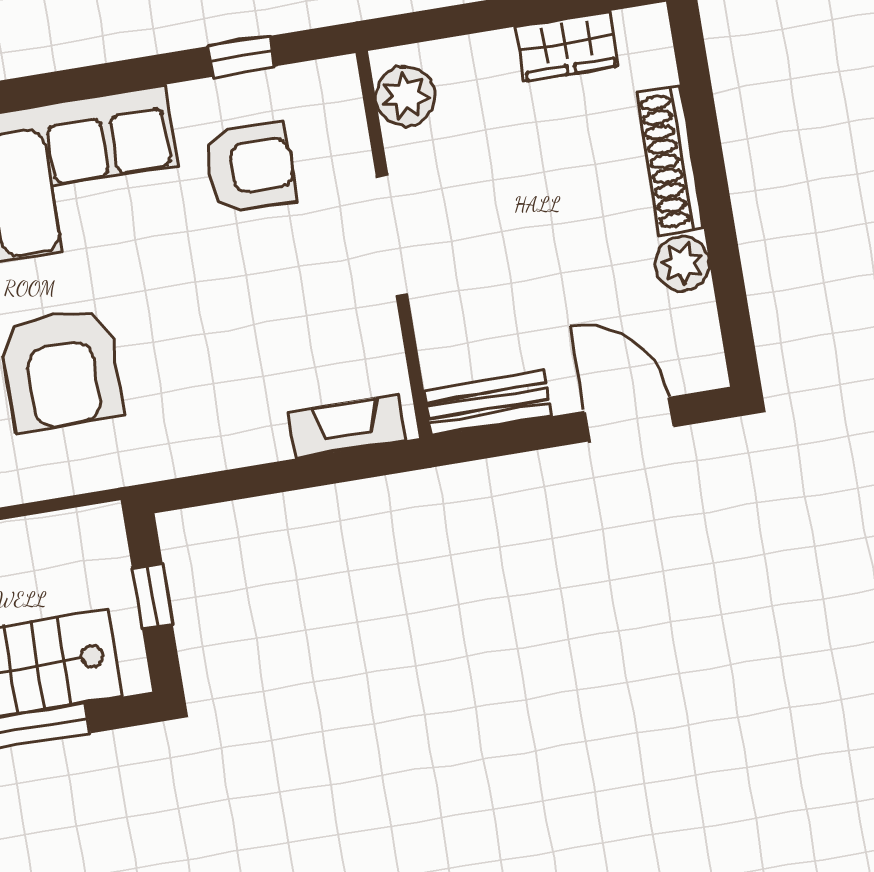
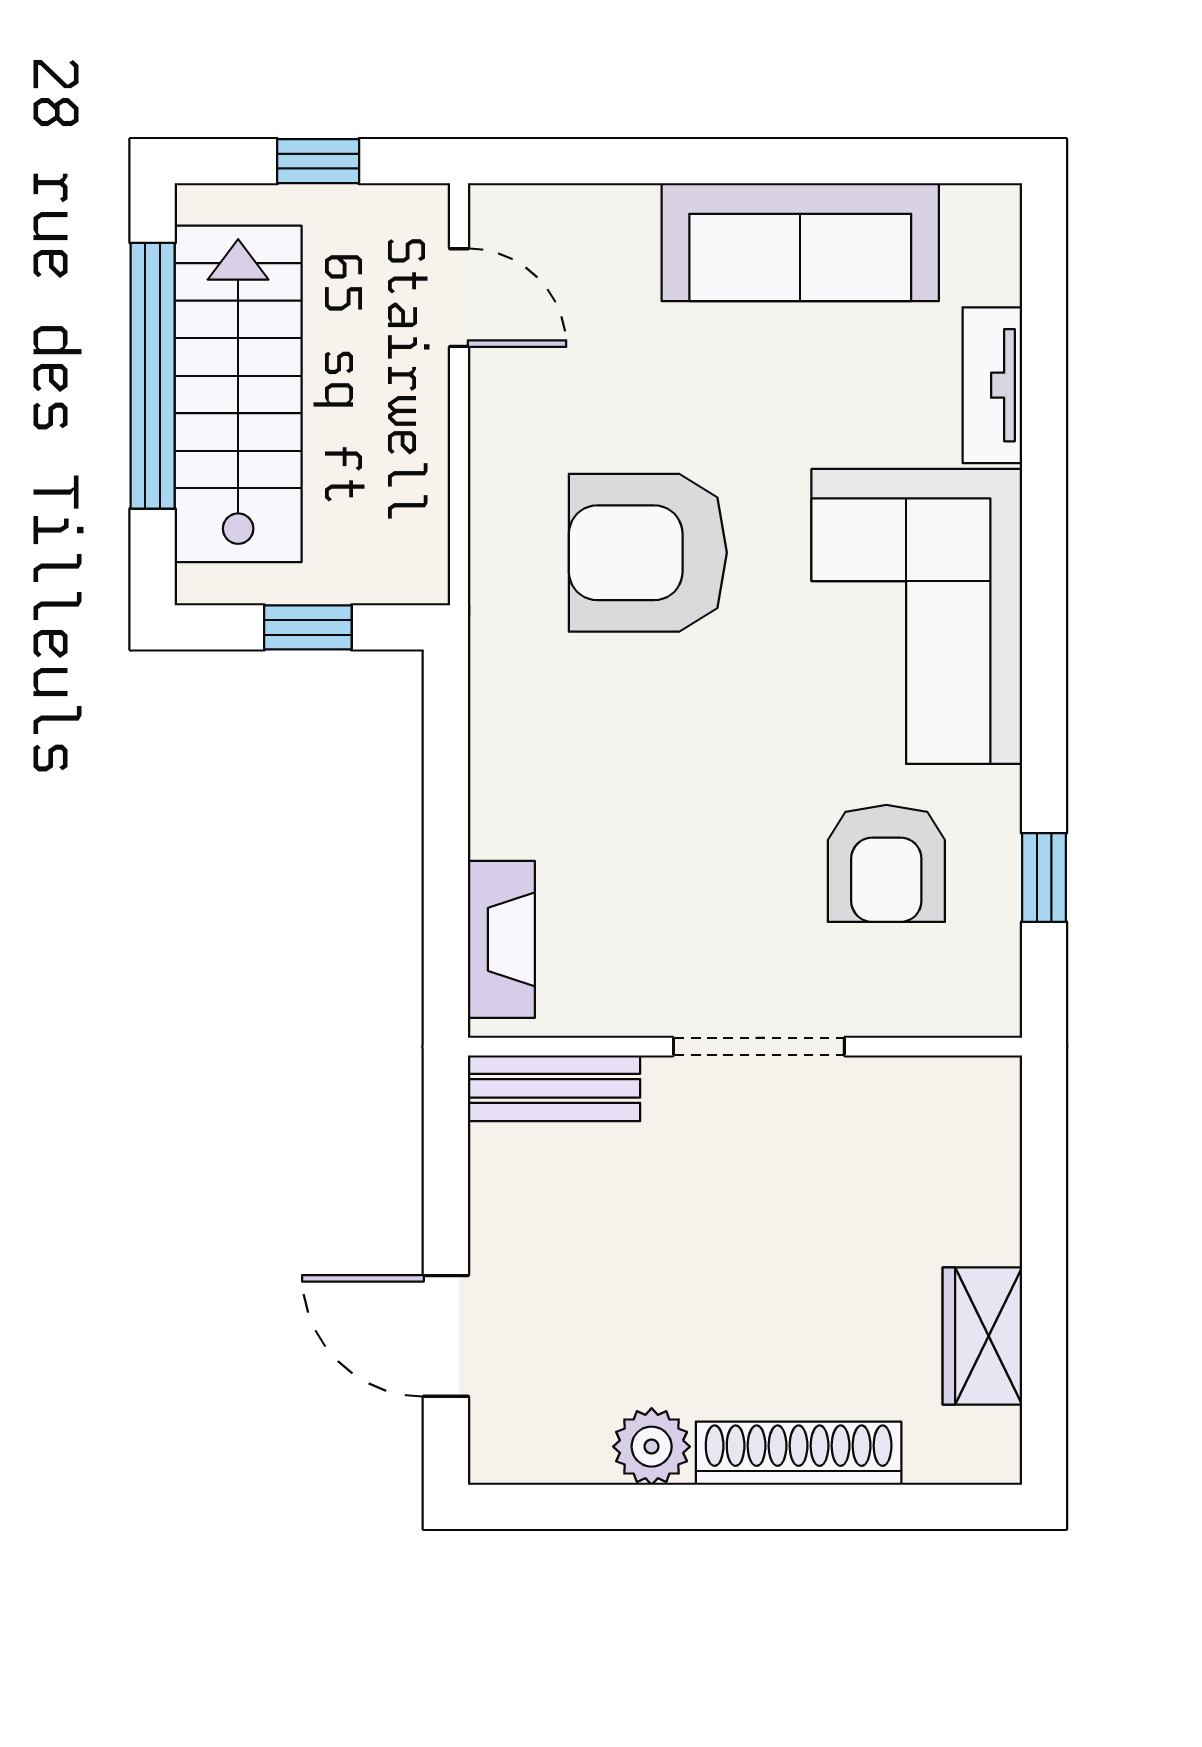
plant: (405, 96) -> (950, 1098), removed
bench: (488, 403) -> (554, 1088), moved, turned 90
door: (629, 419) -> (446, 1336), swing flipped

